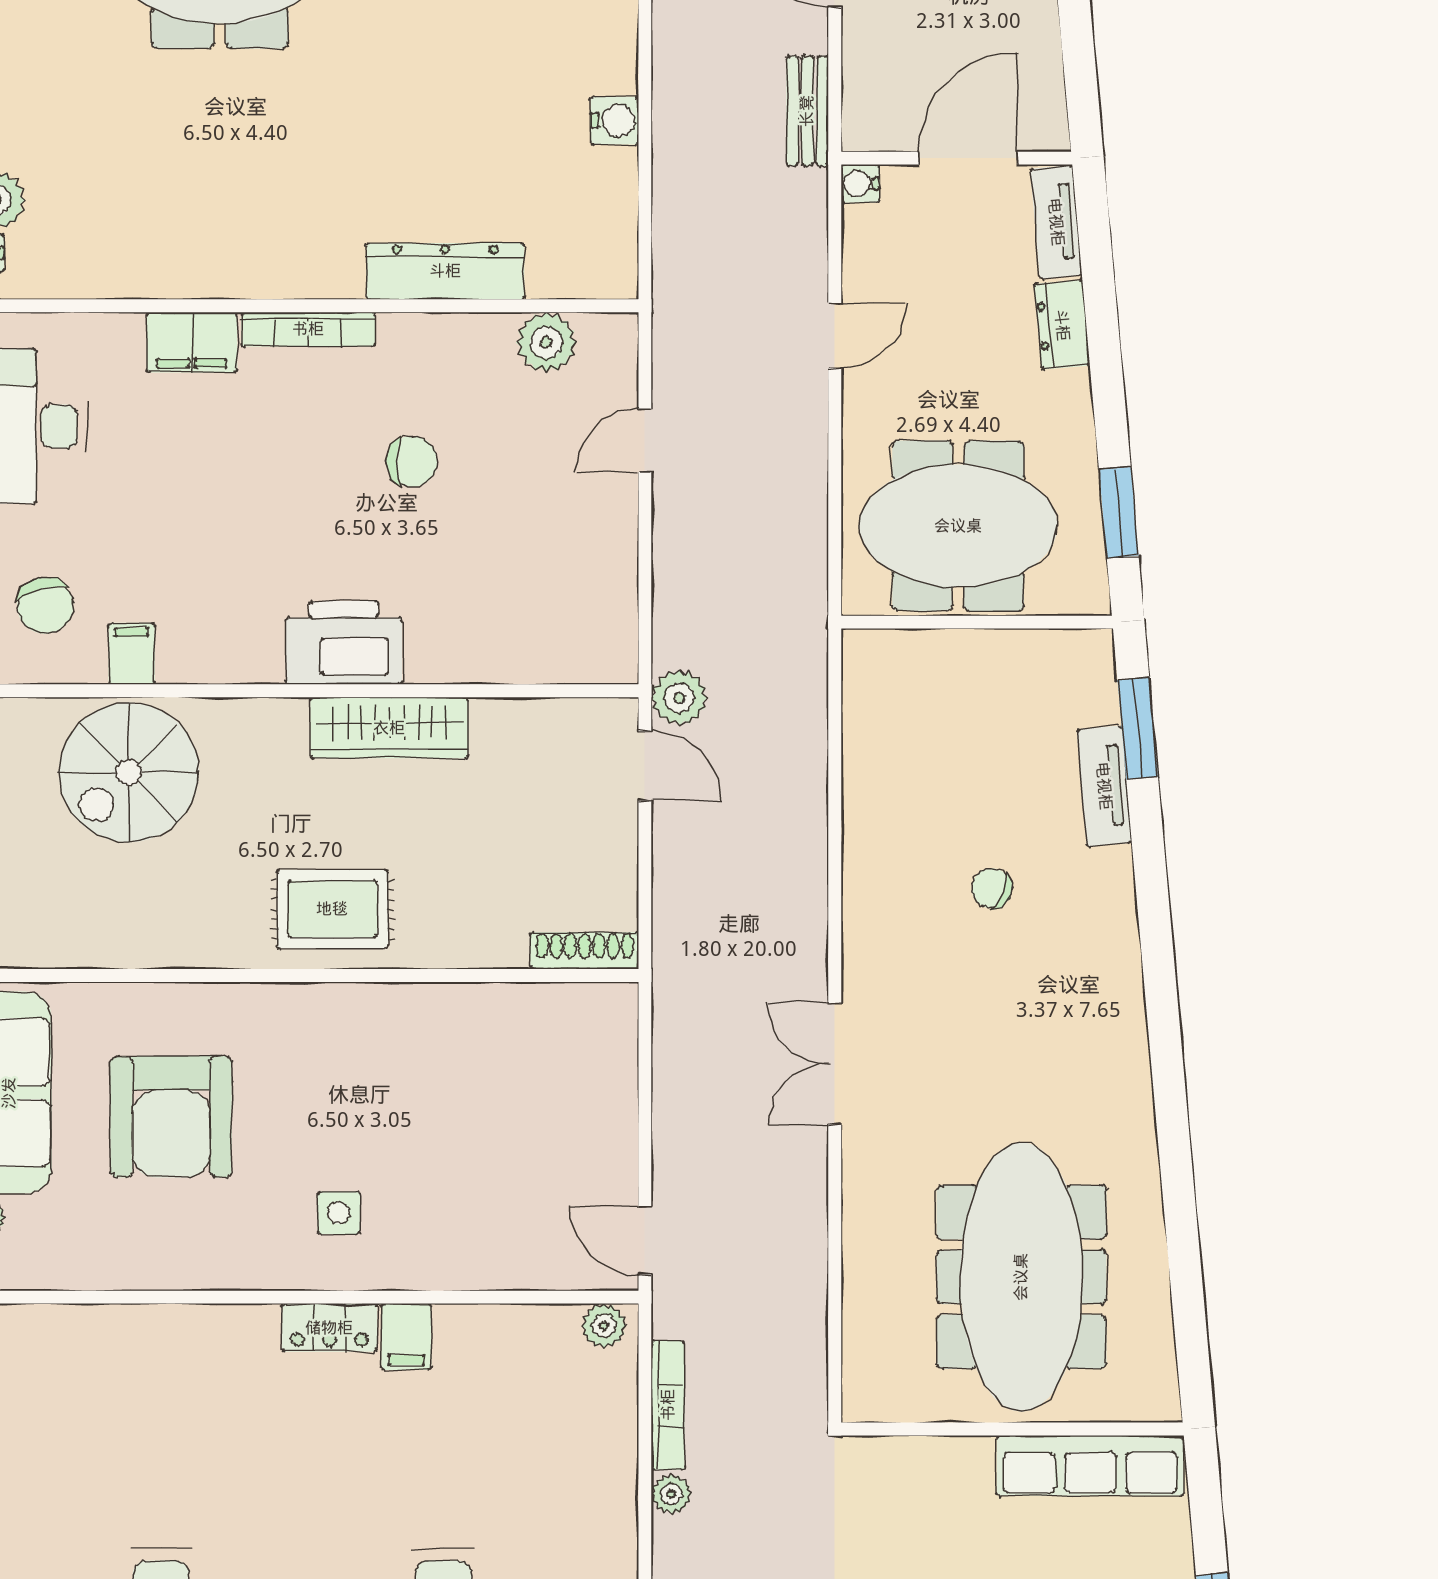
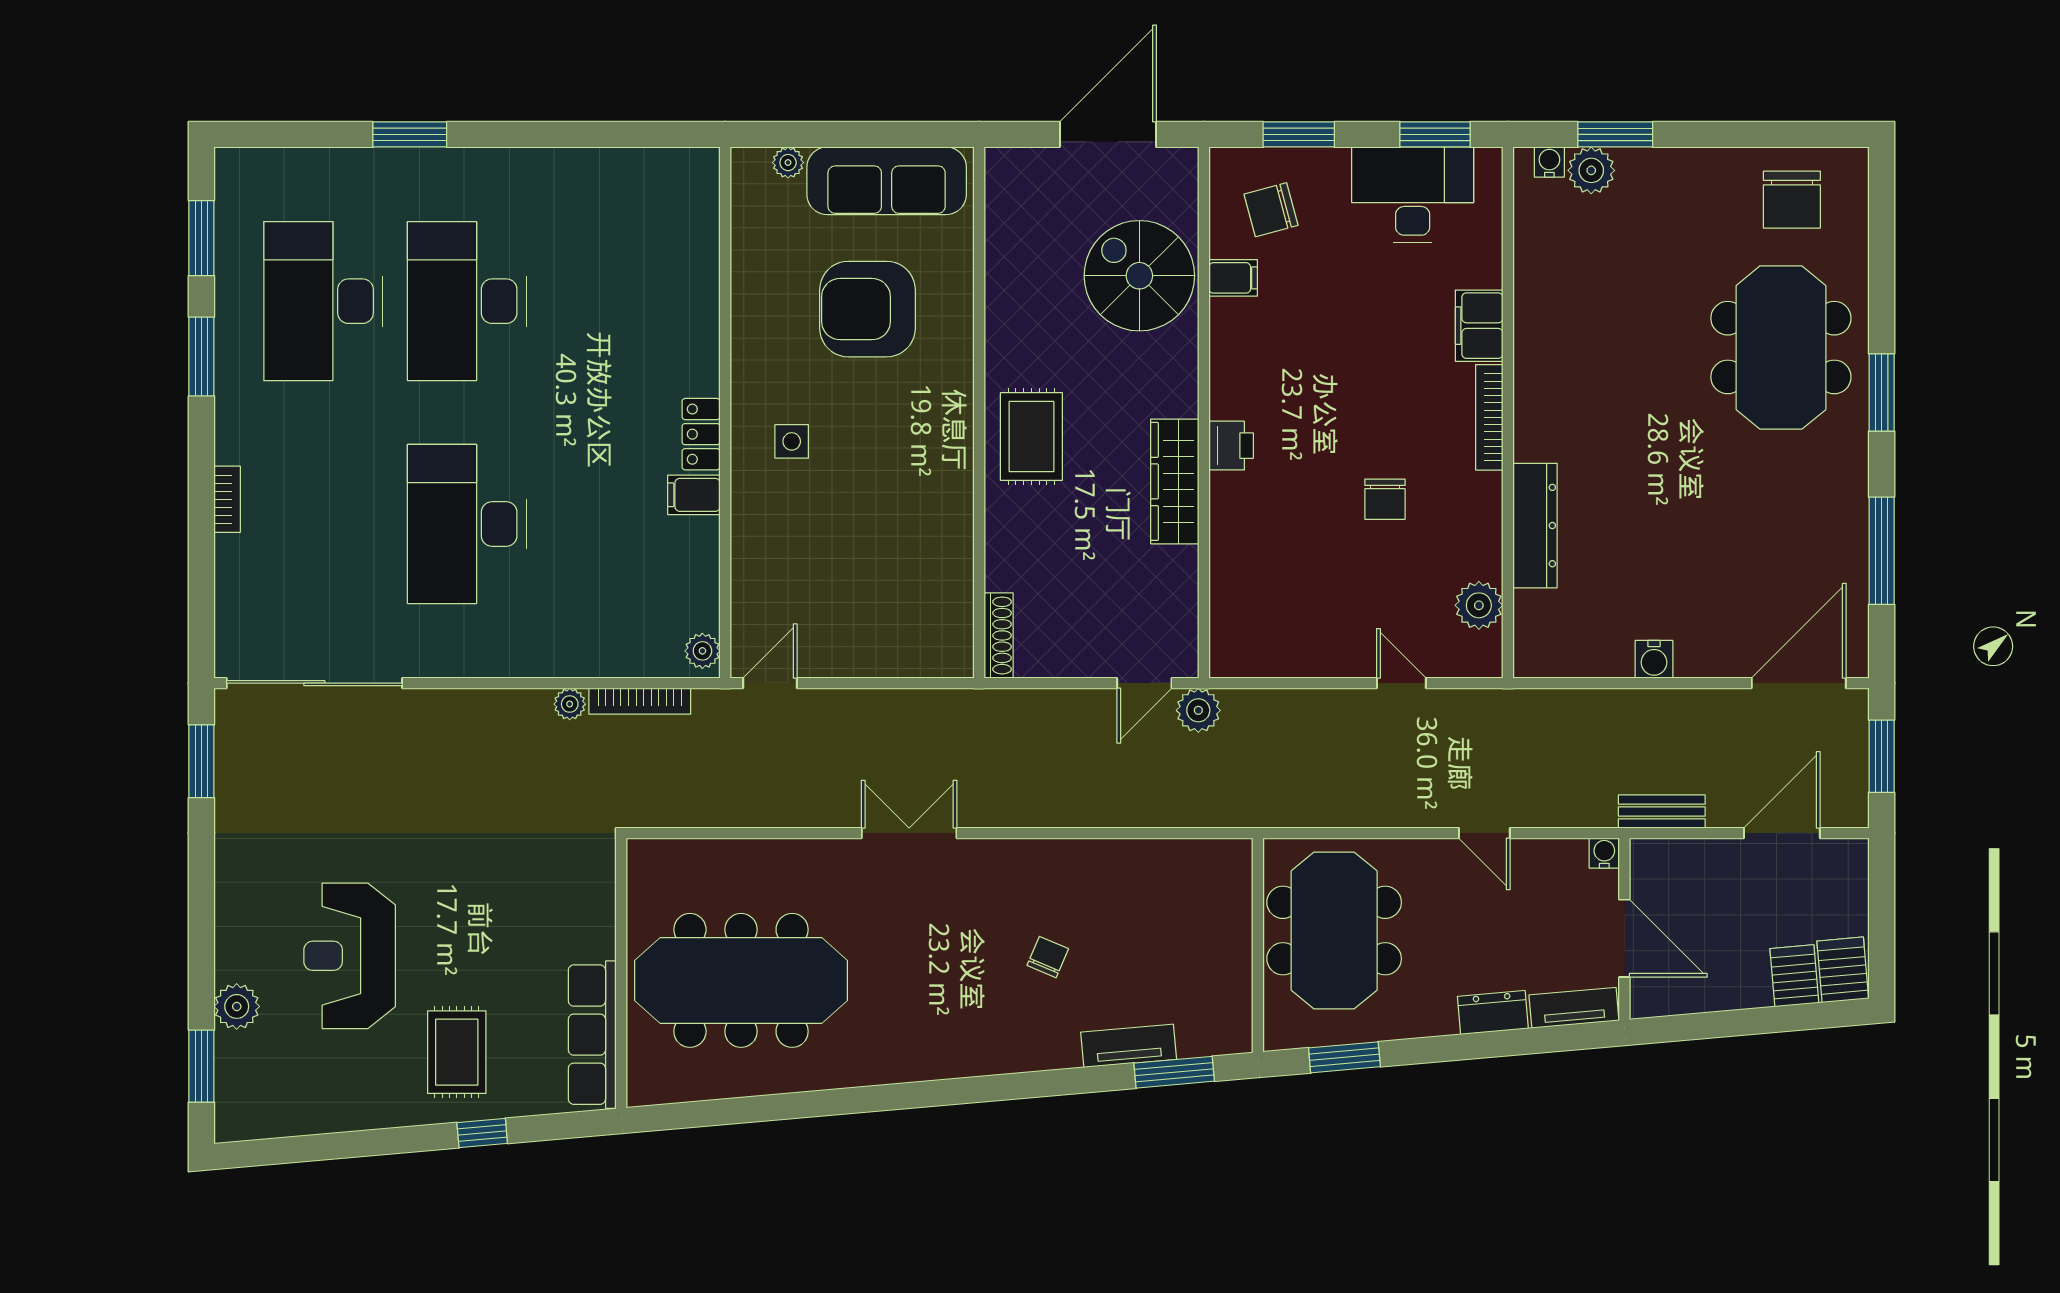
printer: (344, 643) -> (1231, 446), width x0.53, depth x0.68

